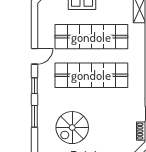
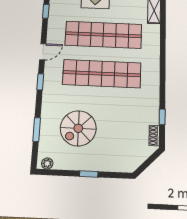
window: (35, 15) -> (46, 11), added
window: (35, 116) -> (37, 130), moved

